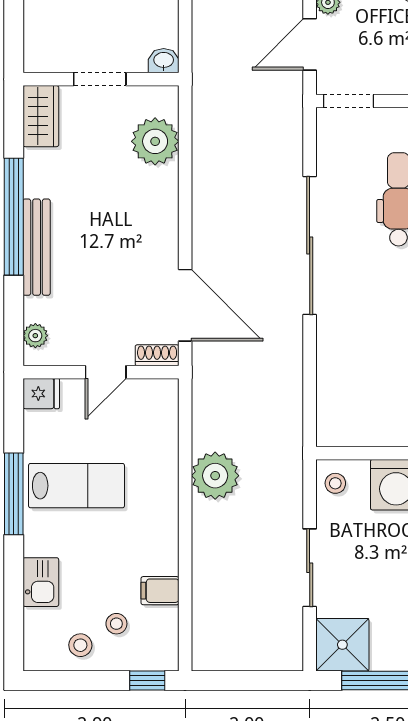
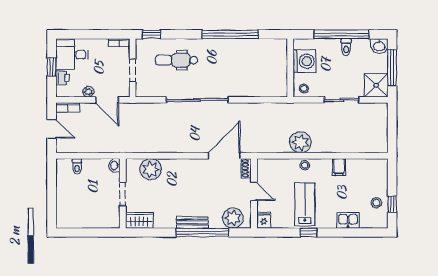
doorway: (348, 101) -> (133, 71), moved
window: (14, 217) -> (202, 233), moved
bench: (37, 247) -> (192, 222), width x0.73
plant: (35, 336) -> (233, 218), width x1.88, depth x1.88
window: (14, 494) -> (309, 233), width x0.46
filing cabinet: (160, 591) -> (339, 167), moved
stool: (116, 624) -> (305, 165), moved
window: (147, 681) -> (392, 204), moved

